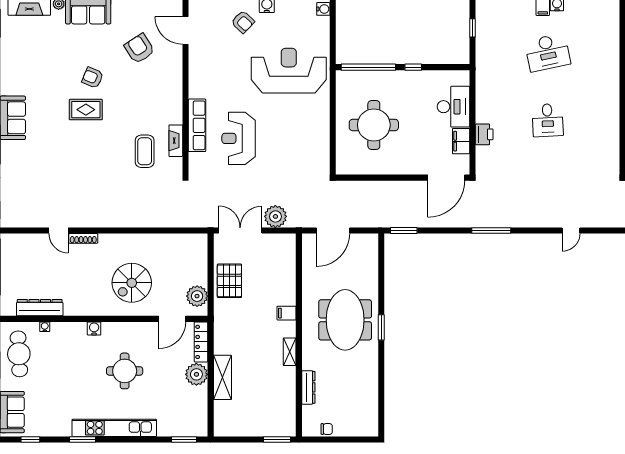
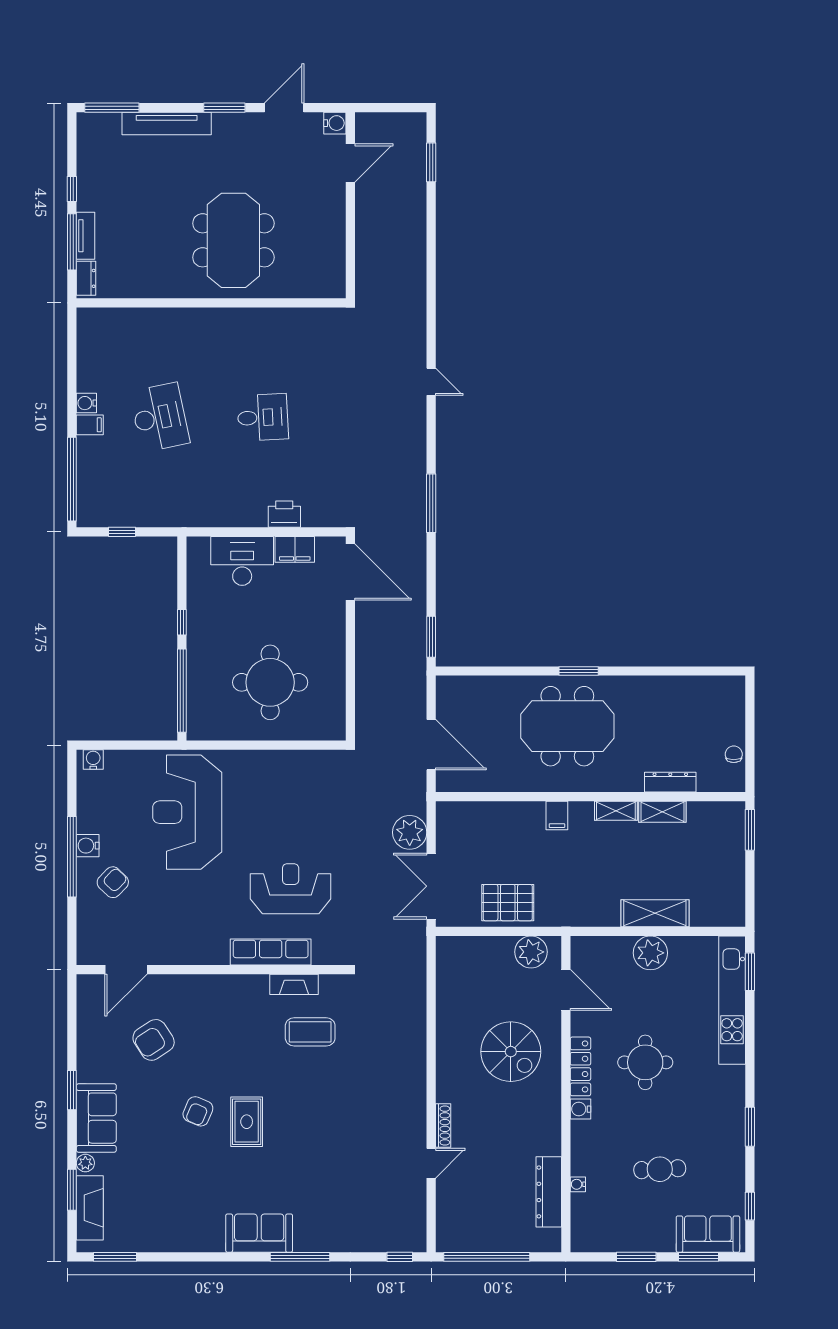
reception desk: (238, 138) -> (291, 889), turned 180
locker: (201, 342) -> (580, 1066), moved, turned -90
cafe table: (19, 354) -> (660, 1169), moved, width x0.73, depth x0.74
shelving: (289, 382) -> (662, 812), added
kitchen unit: (114, 428) -> (732, 1000), moved

